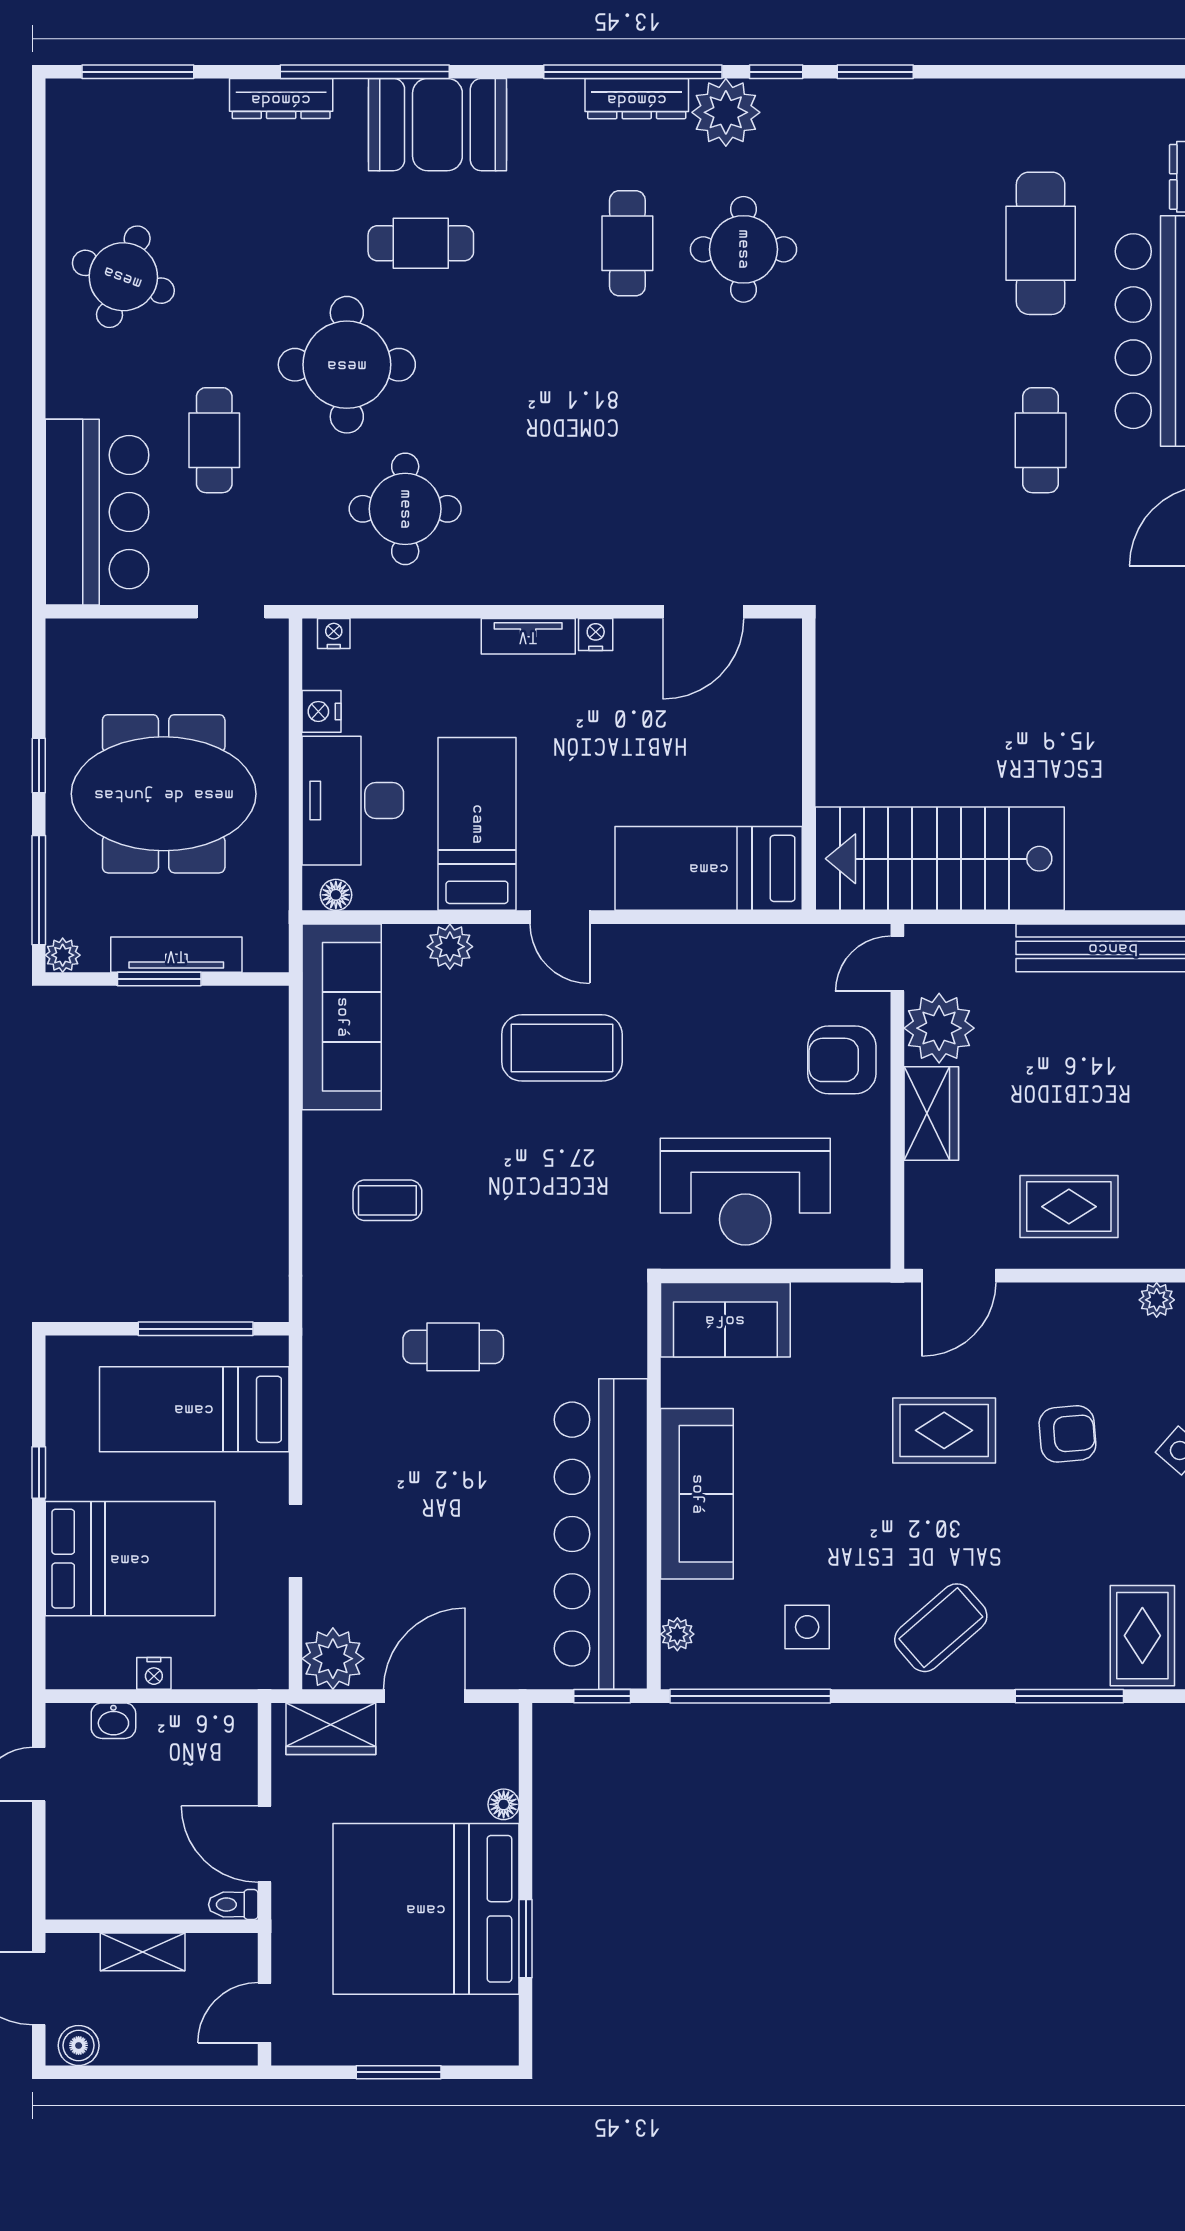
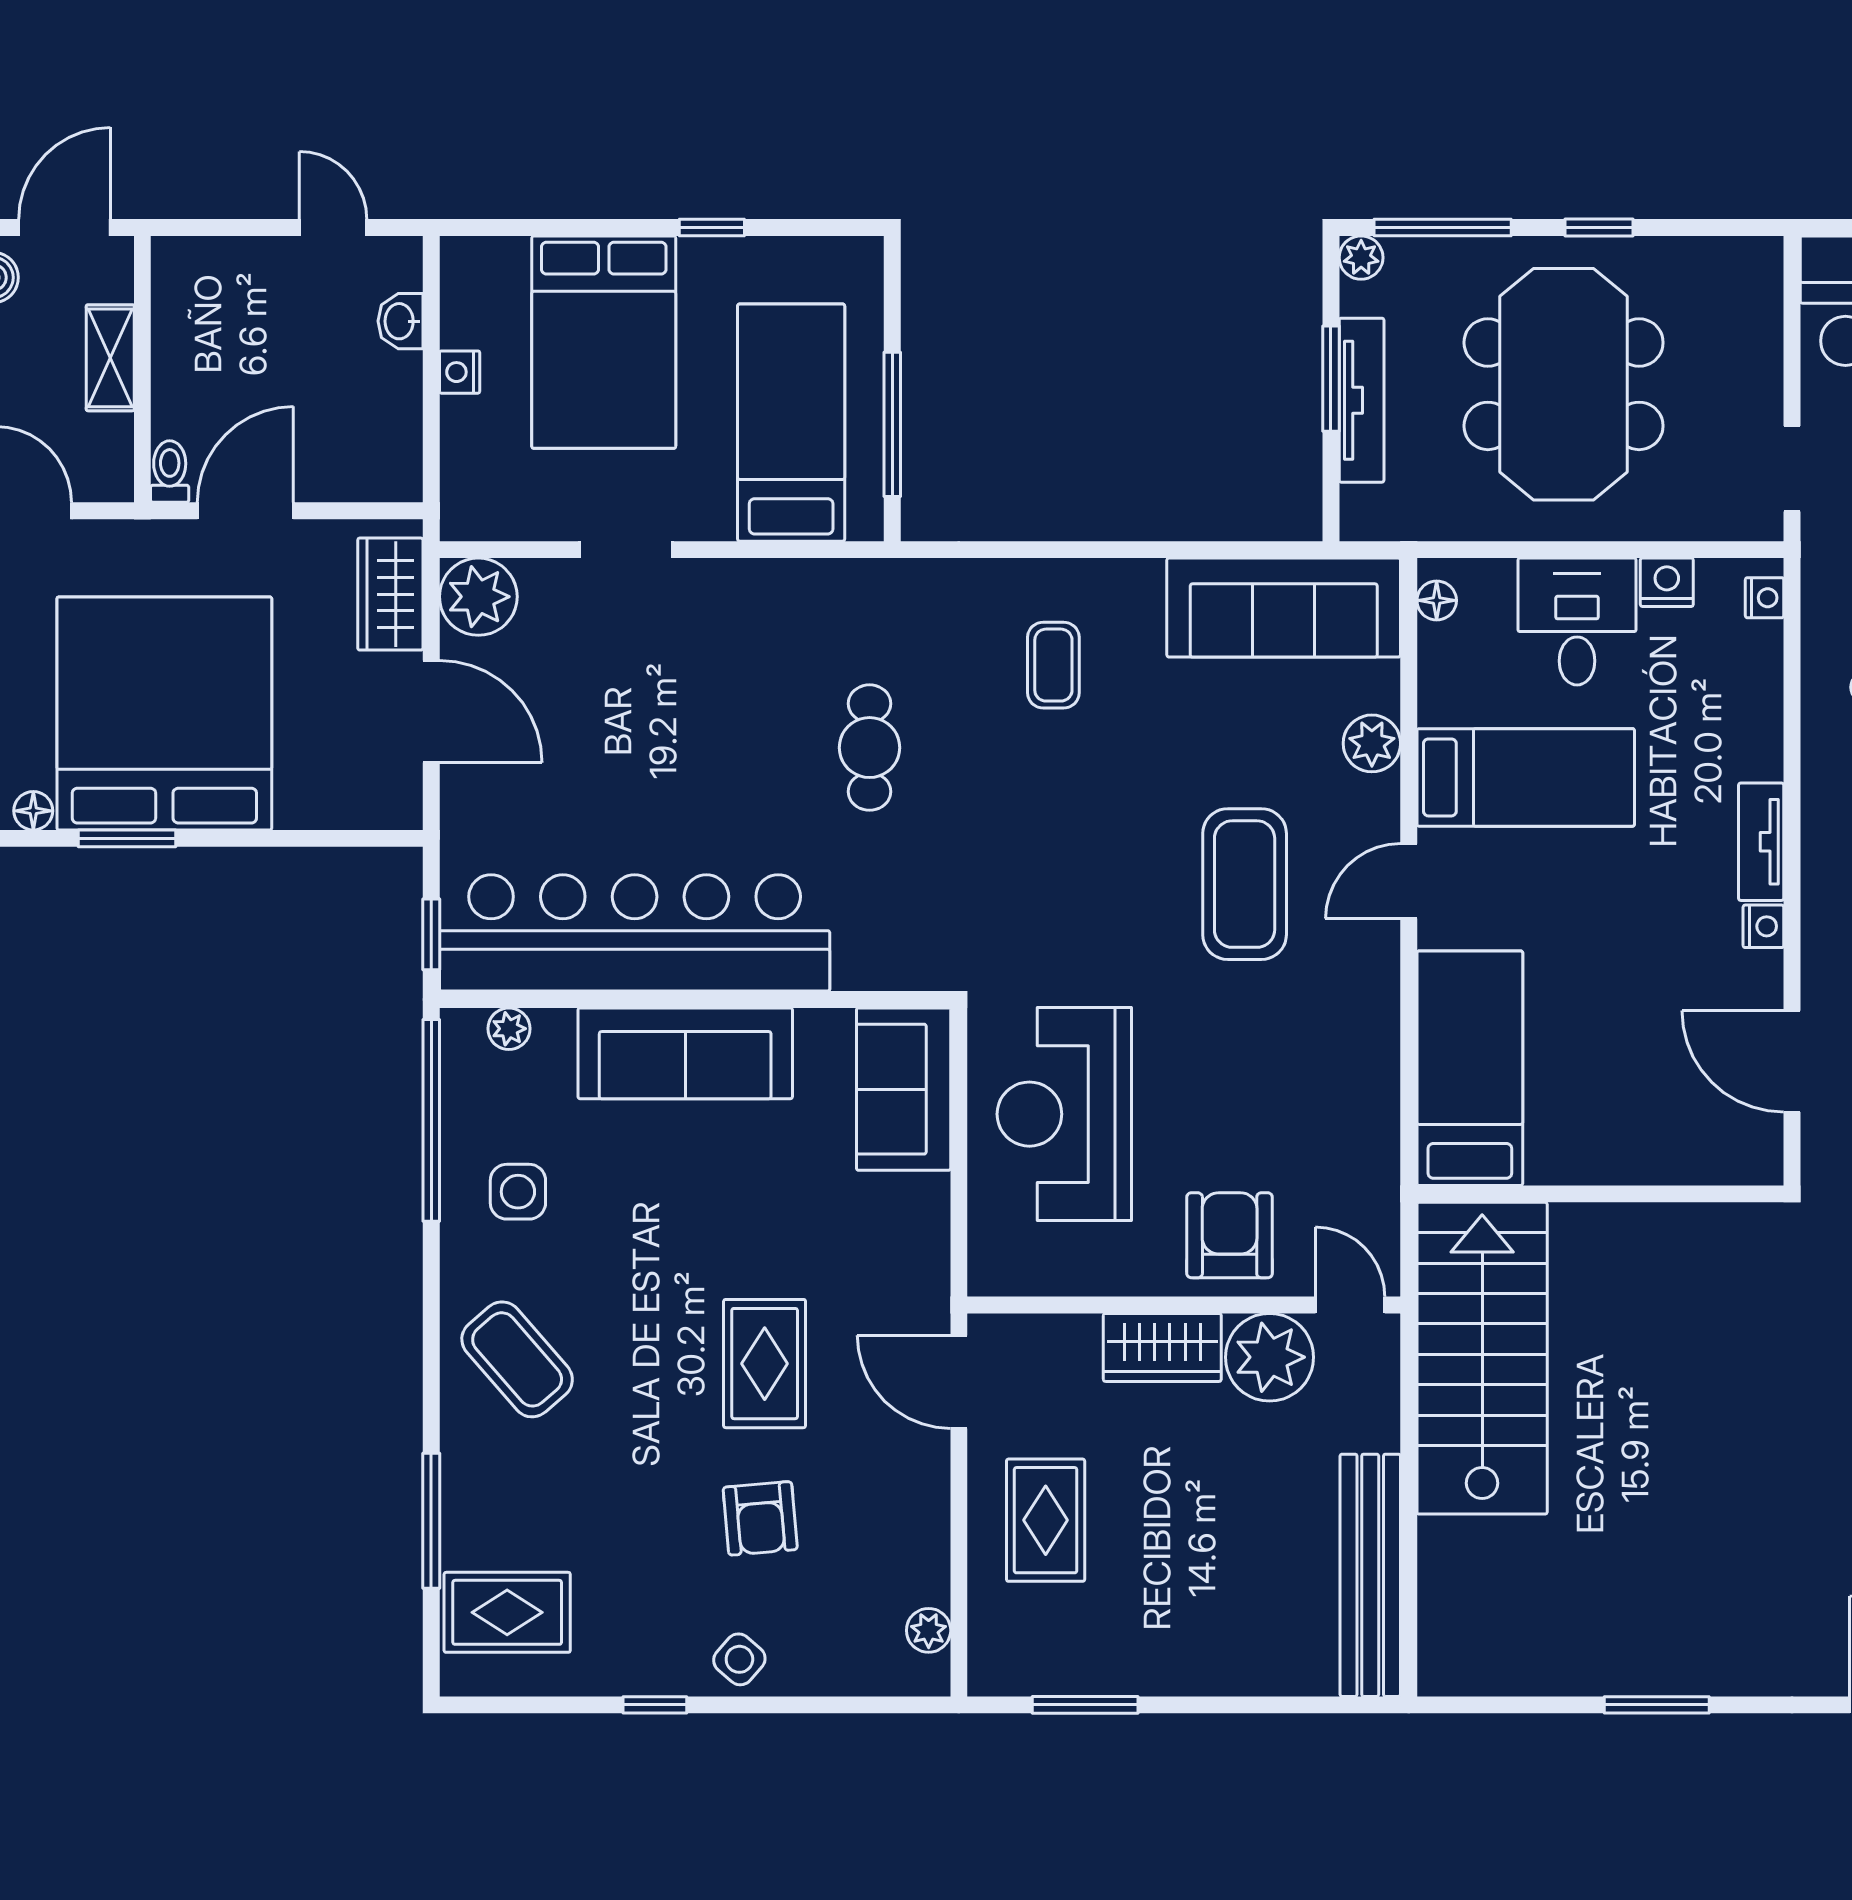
desk: (353, 801) -> (1577, 622), width x0.73
floor lamp: (504, 1804) -> (33, 811), moved

